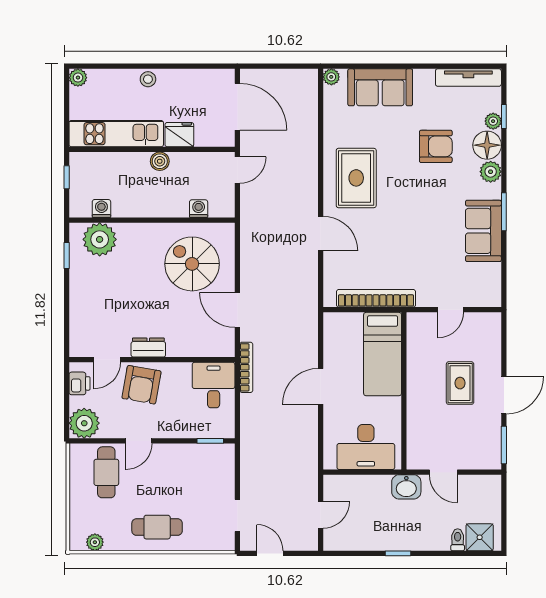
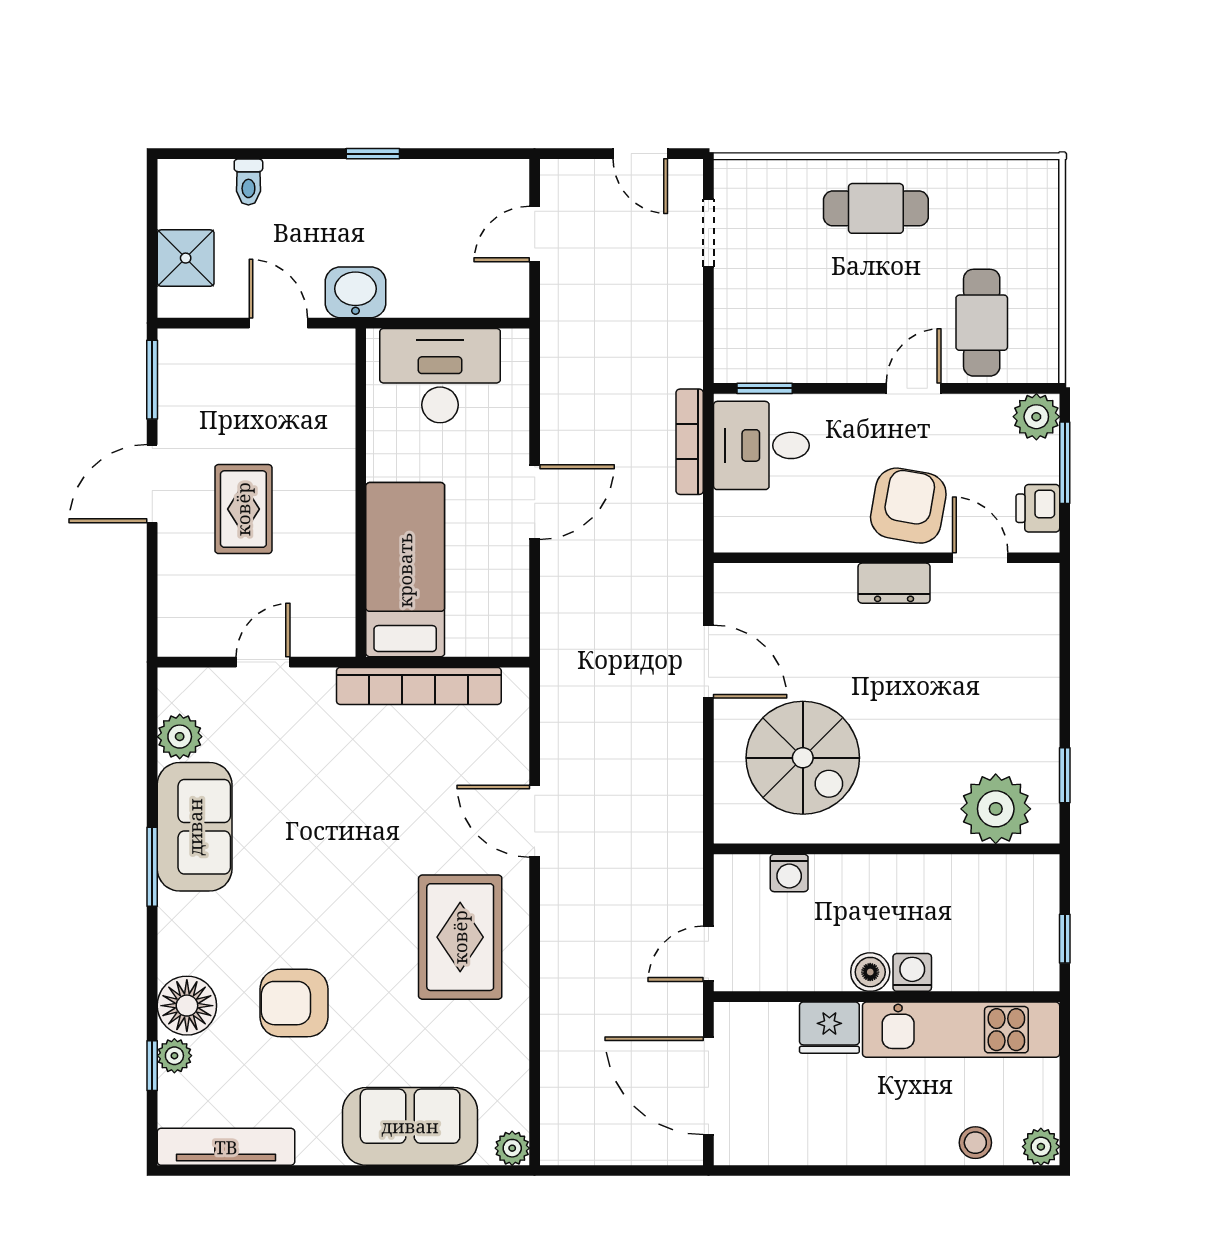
stool: (148, 79) -> (975, 1143), moved
plant: (491, 172) -> (180, 737), moved
washing machine: (101, 209) -> (912, 972), moved, turned 180
door: (107, 360) -> (980, 558), hinge flipped
bookcase: (246, 367) -> (690, 442), moved
desk: (214, 385) -> (761, 445), moved, turned 90
window: (67, 405) -> (1065, 463), added
plant: (84, 423) -> (1036, 417), width x0.73, depth x0.73
shower: (480, 537) -> (186, 258), moved
plant: (95, 542) -> (1006, 177), removed

